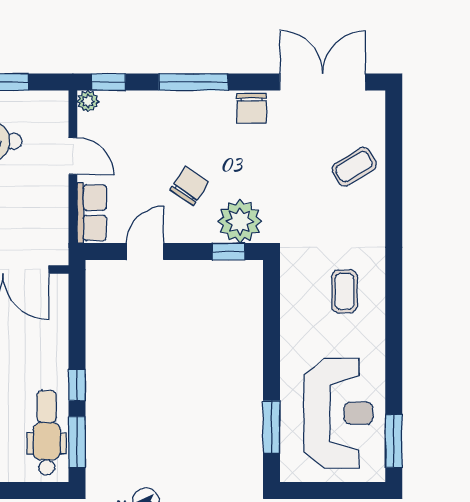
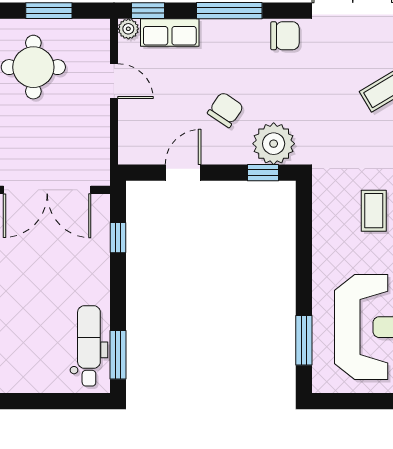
chair: (252, 108) -> (285, 36), turned -90
row of seats: (92, 213) -> (170, 32), moved, turned 90
window: (77, 385) -> (118, 238), moved

